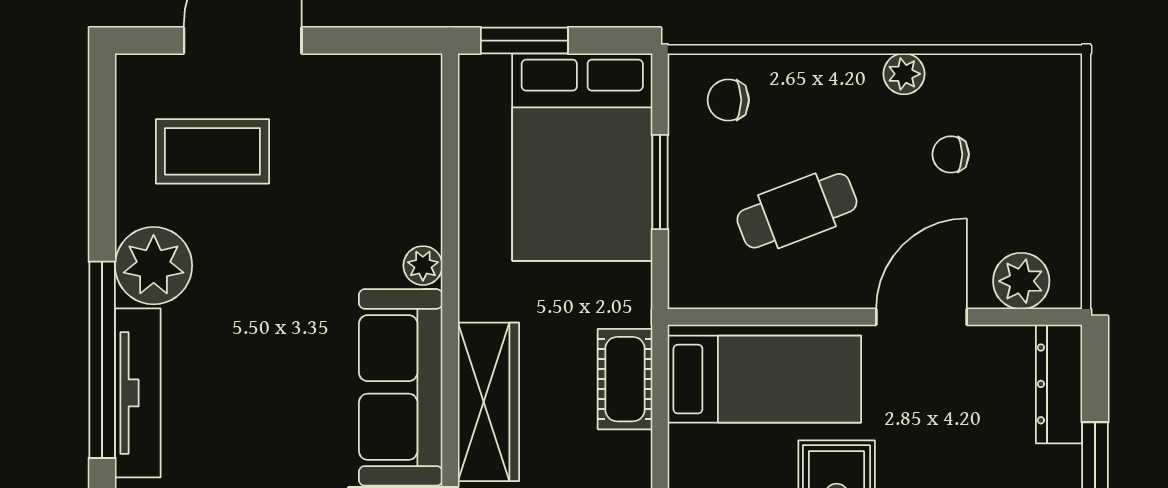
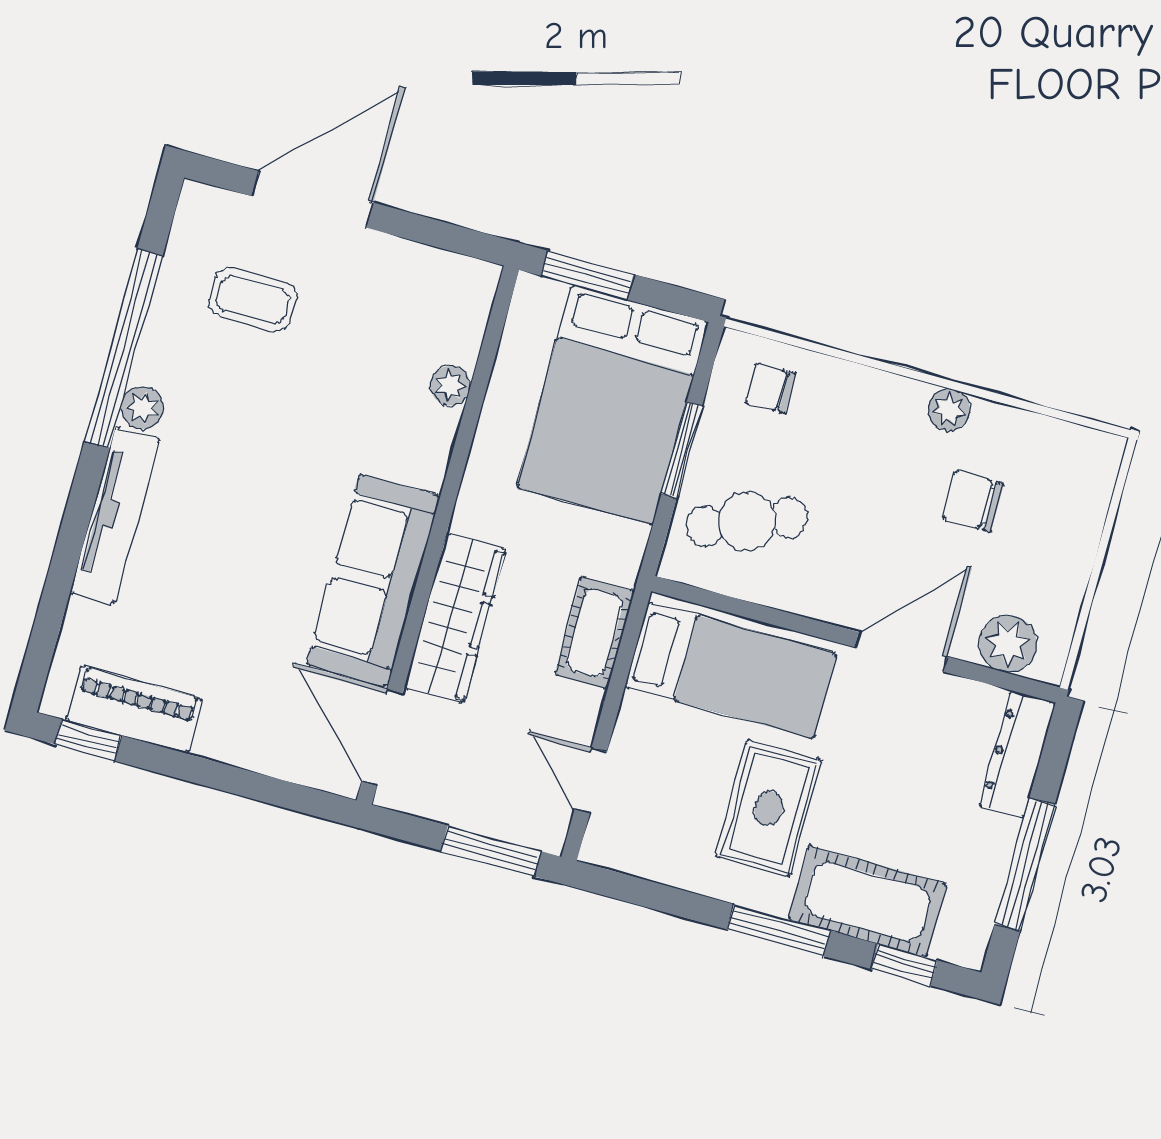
coffee table: (212, 151) -> (253, 299), width x0.73, depth x0.77
chair: (951, 154) -> (973, 501), width x1.37, depth x1.37
cafe table: (797, 211) -> (747, 522), moved
plant: (154, 266) -> (142, 408), width x0.53, depth x0.53
plant: (423, 266) -> (450, 386), moved
window: (102, 360) -> (123, 348), moved

